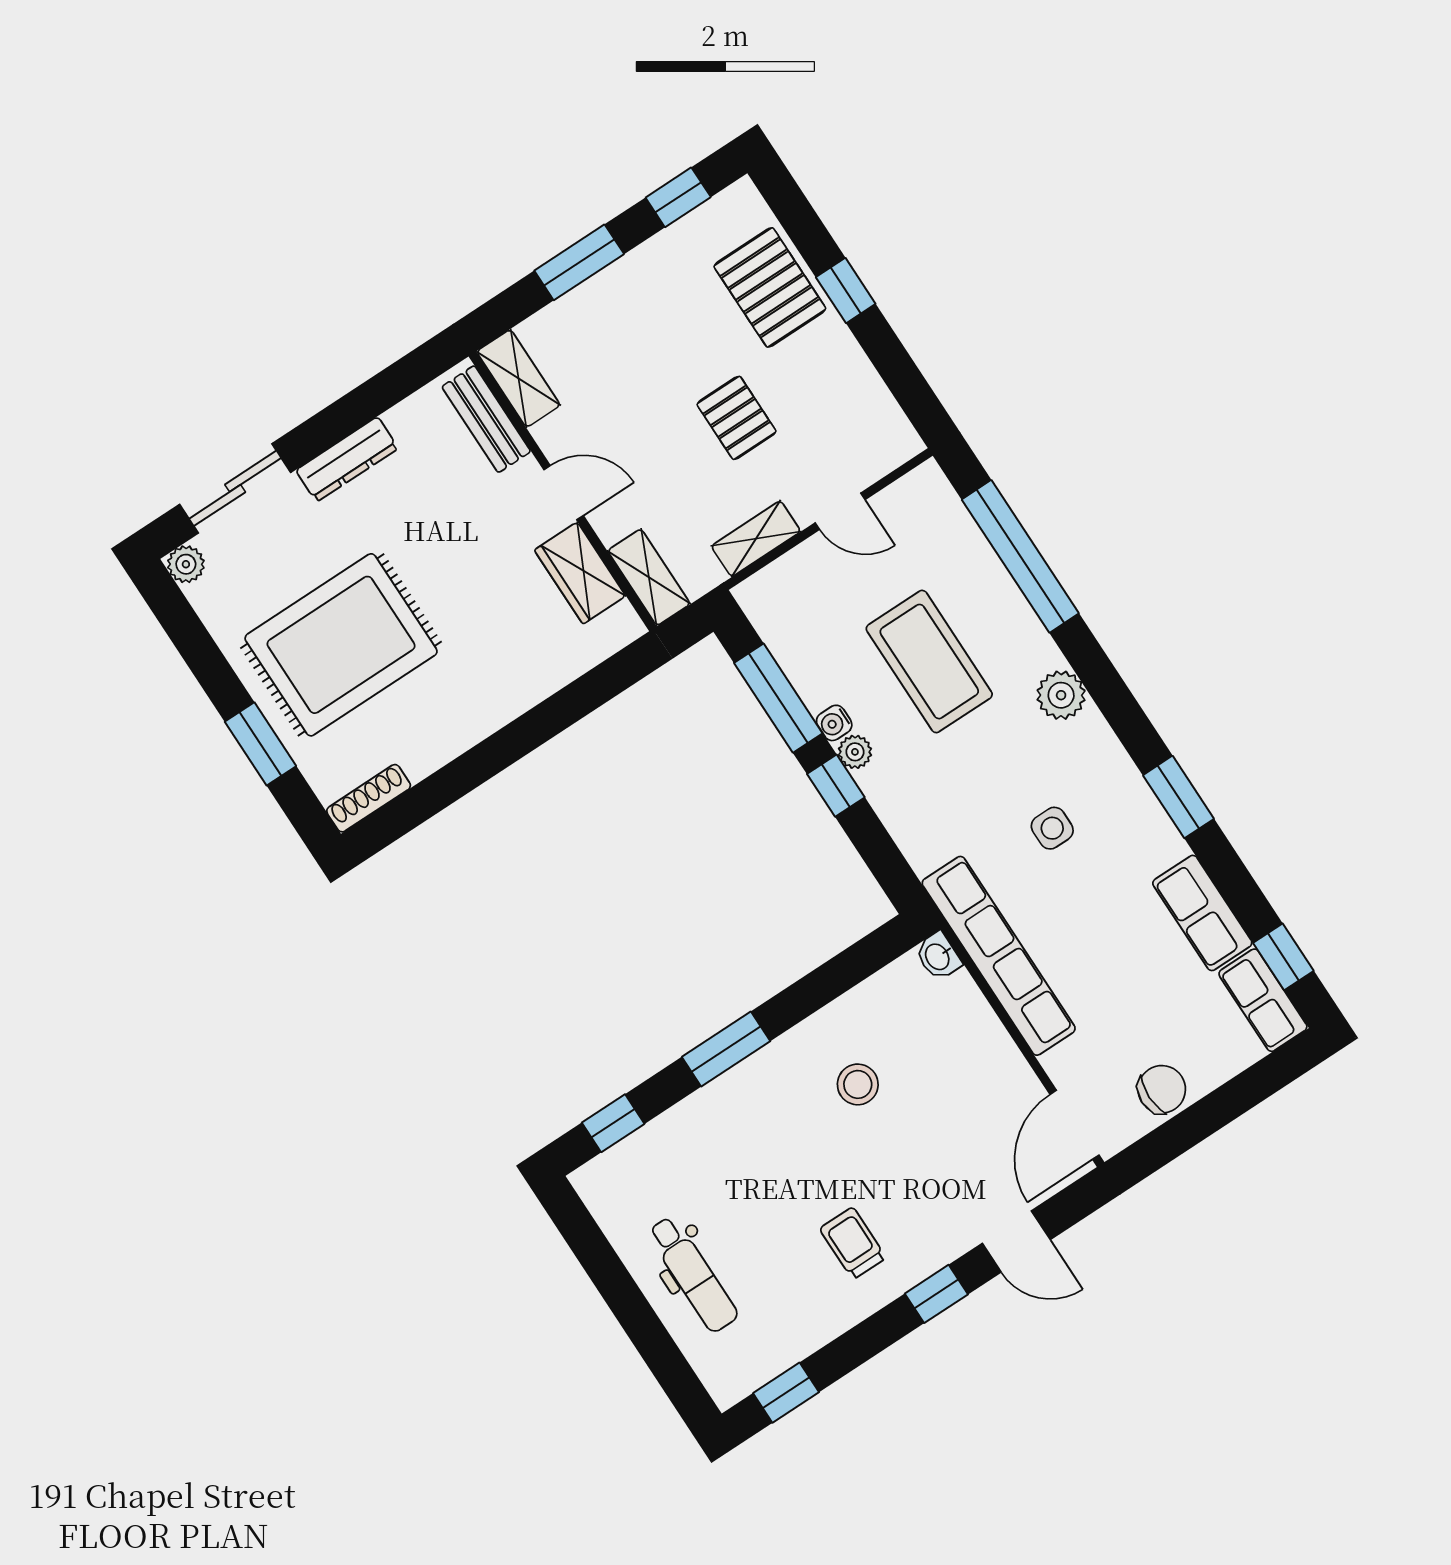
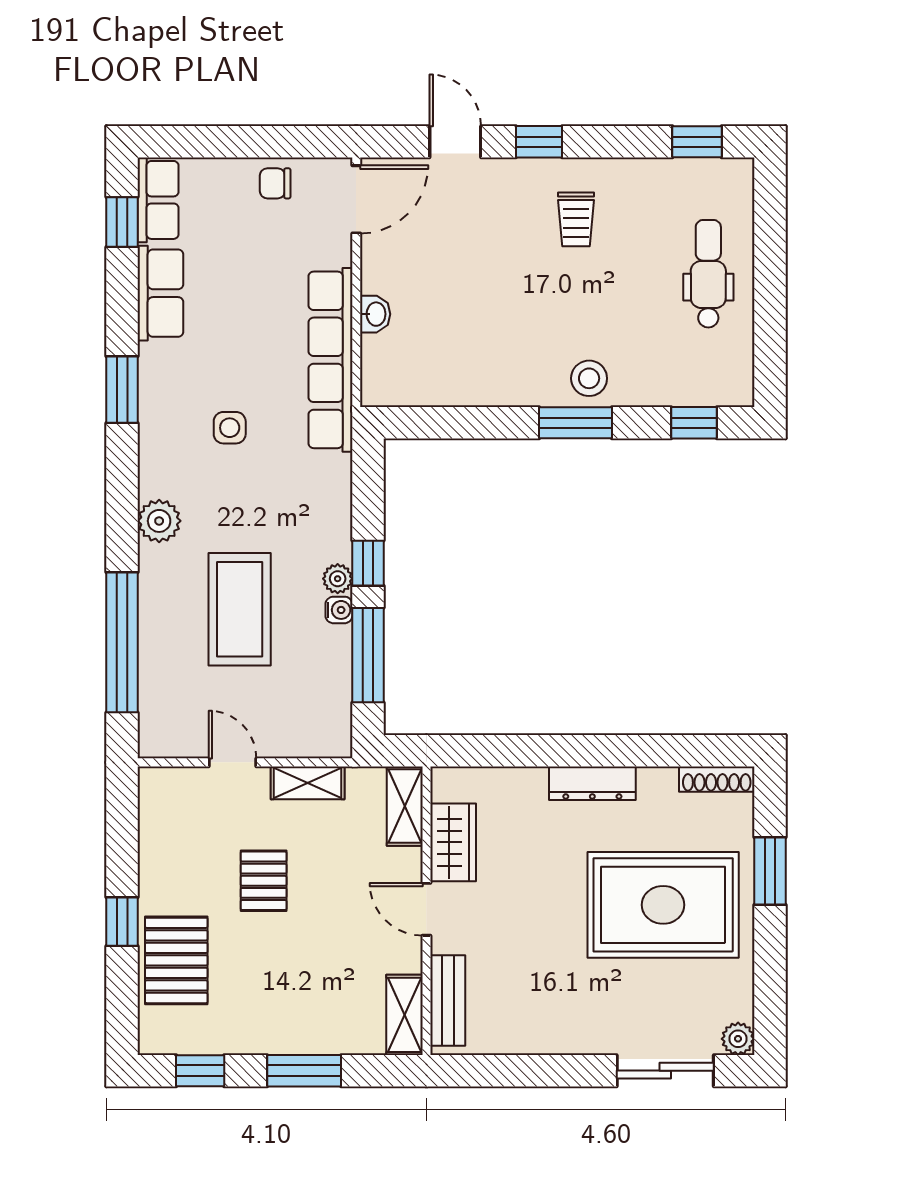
dresser: (347, 459) -> (592, 783), moved, turned 180
washbasin: (938, 956) -> (375, 314), moved
stool: (858, 1084) -> (589, 378), moved
chair: (1162, 1089) -> (275, 183), width x0.73, depth x0.73

